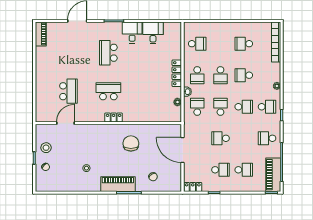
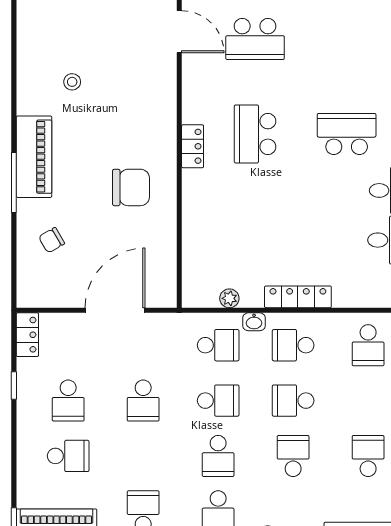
school desk: (108, 91) -> (255, 134), turned 180
school desk: (220, 138) -> (143, 401), turned 180
school desk: (244, 170) -> (68, 456), turned -90

